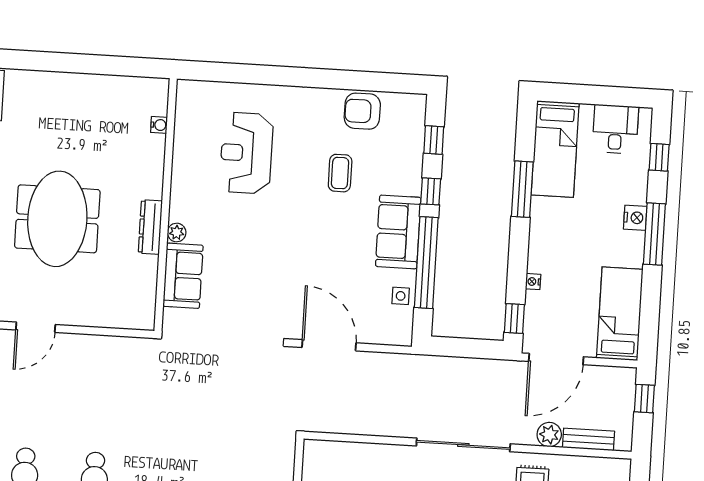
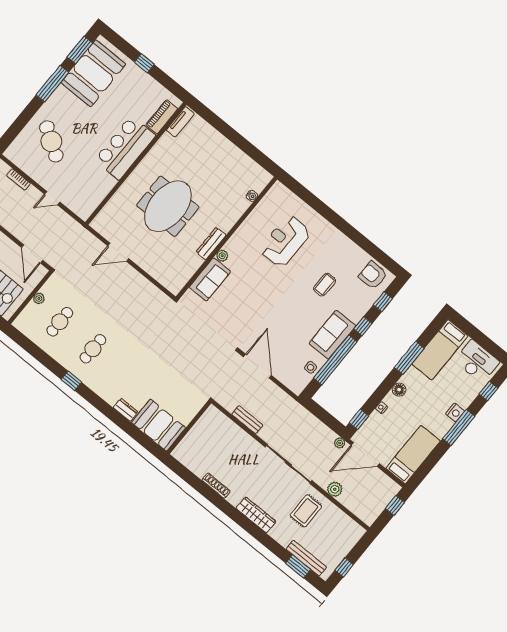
armchair: (362, 111) -> (373, 275), moved
desk: (615, 129) -> (477, 361), width x1.37
floor lamp: (539, 241) -> (399, 390), added
plant: (511, 368) -> (340, 443), added
bench: (588, 439) -> (247, 420), moved

